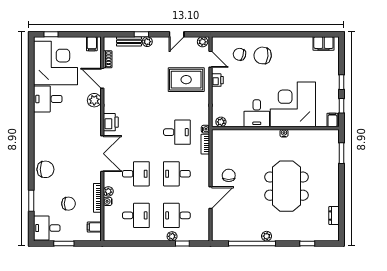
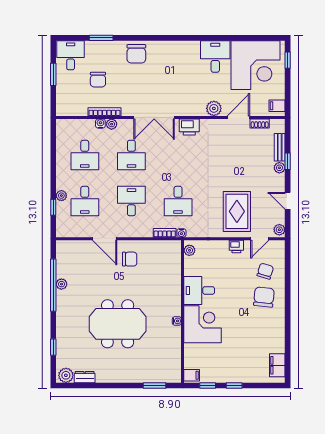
corner desk: (293, 104) -> (202, 324), width x0.74, depth x0.74
desk: (177, 215) -> (85, 201), turned 180
filing cabinet: (94, 227) -> (72, 108), removed
plant: (332, 232) -> (66, 375), added
plant: (267, 236) -> (61, 284), moved

